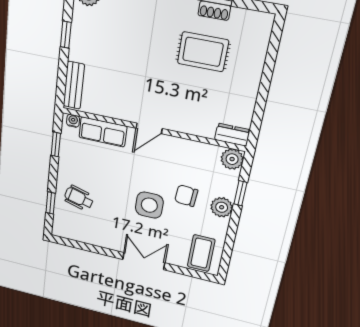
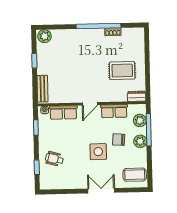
rug: (203, 52) -> (122, 71), moved
row of seats: (188, 150) -> (114, 111), added
plant: (232, 159) -> (140, 120), moved
window: (240, 193) -> (149, 130), width x2.17
coffee table: (201, 253) -> (135, 175), turned 90

